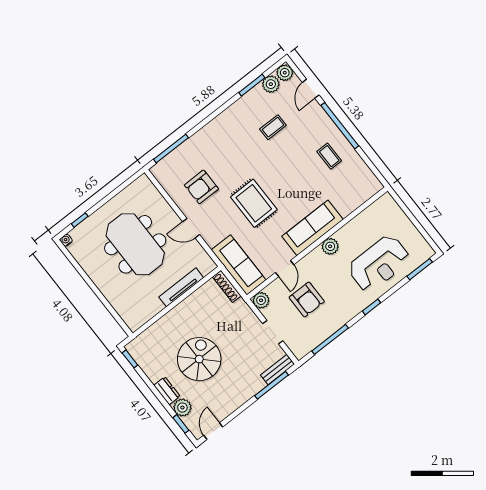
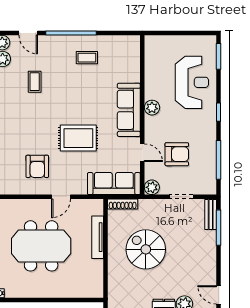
spiral stairs: (199, 359) -> (146, 249), moved

